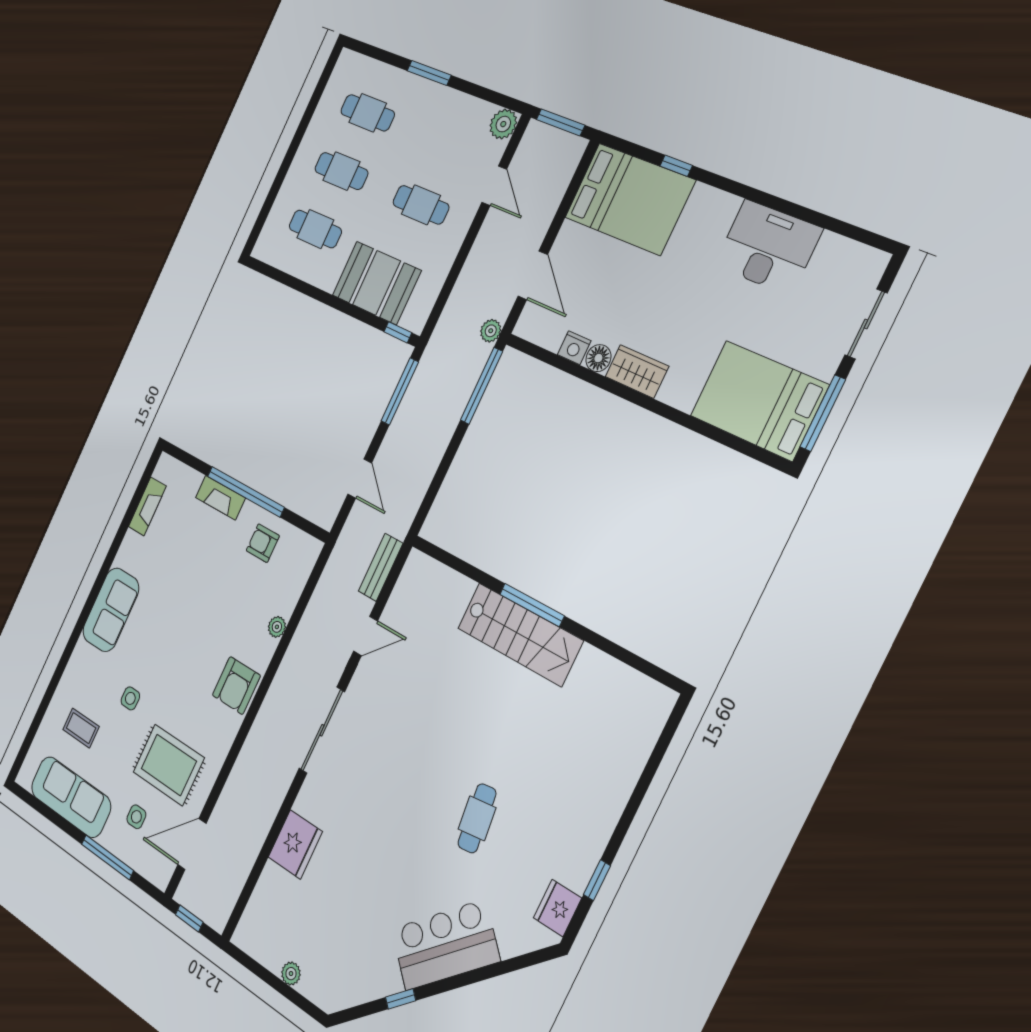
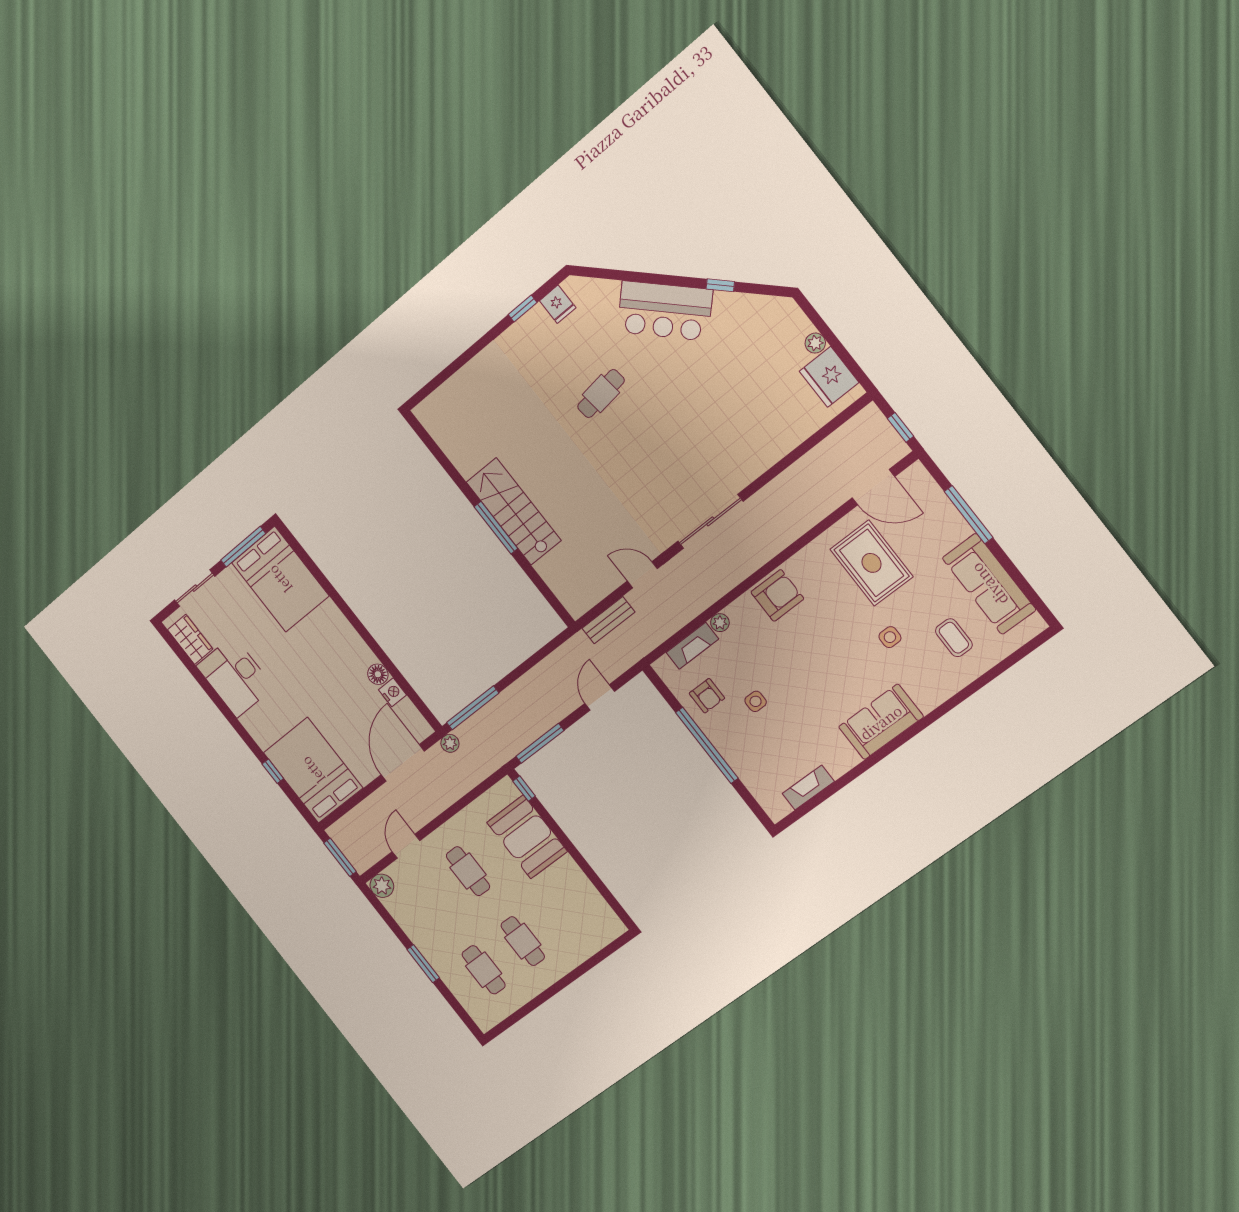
cafe table: (315, 229) -> (562, 912), removed
door: (533, 275) -> (403, 763), width x1.36
wardrobe: (637, 371) -> (190, 639), moved, turned 180
fireplace: (220, 498) -> (692, 646), moved, turned 90
side table: (136, 817) -> (756, 701), moved
fridge: (295, 844) -> (829, 377), moved, turned -90
fridge: (558, 908) -> (558, 304), width x0.72

